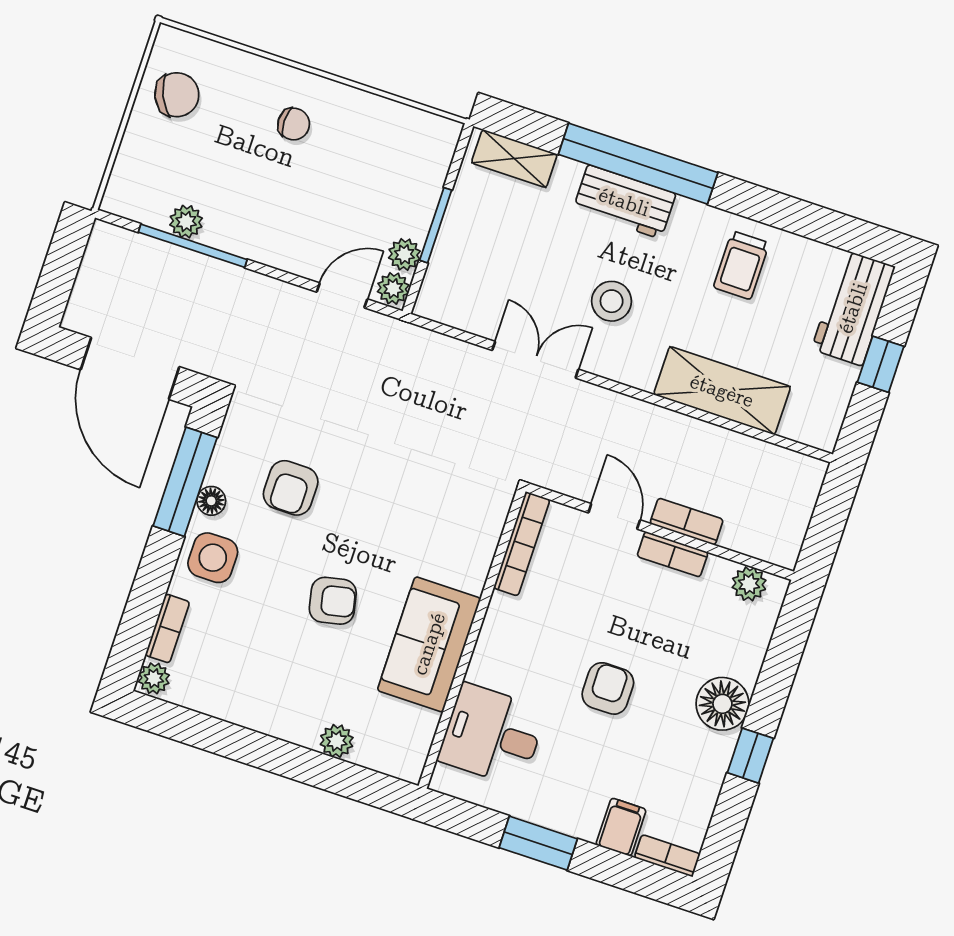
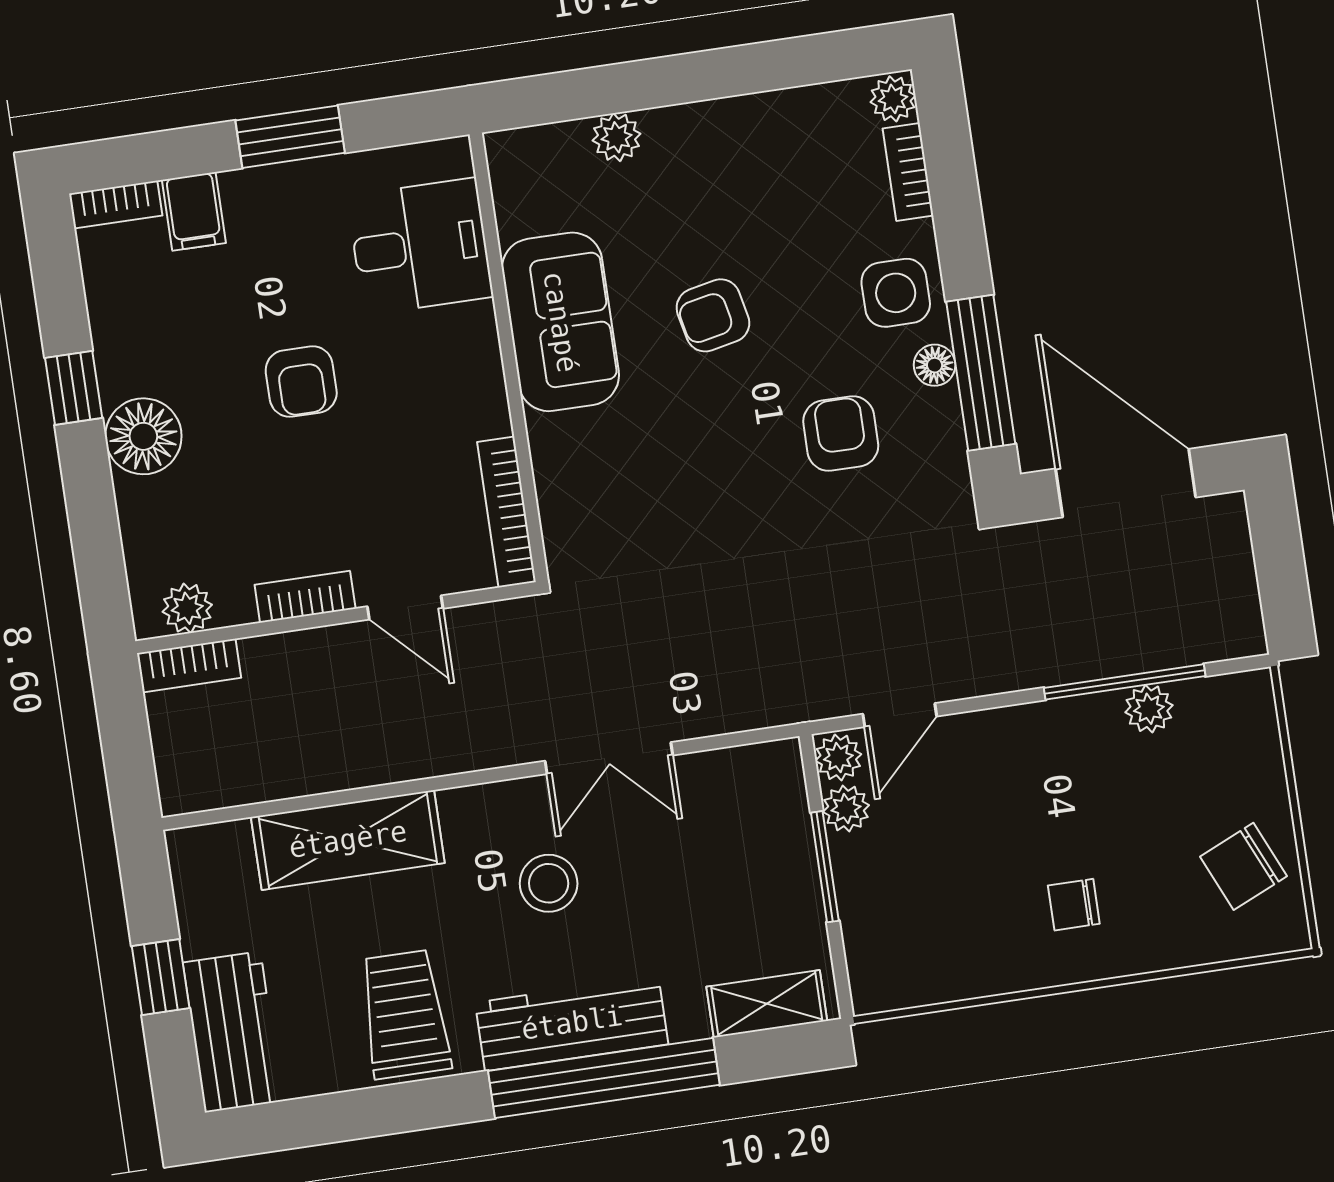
workbench: (624, 202) -> (572, 1023), width x1.38
trolley: (741, 265) -> (405, 1014), width x1.36, depth x1.39
bookcase: (687, 522) -> (189, 666), moved

